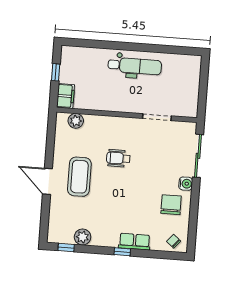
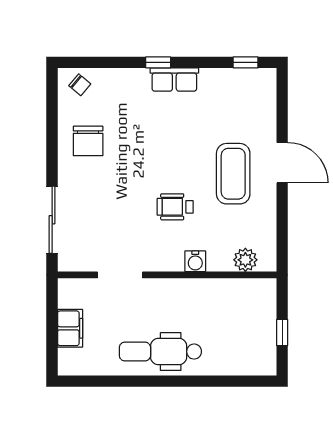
filing cabinet: (66, 96) -> (70, 328), moved, turned 180
wheelchair: (118, 158) -> (175, 207), turned 180
water cooler: (186, 184) -> (195, 261), moved, turned -90
plant: (83, 237) -> (221, 81), removed
row of seats: (134, 242) -> (174, 80), moved

